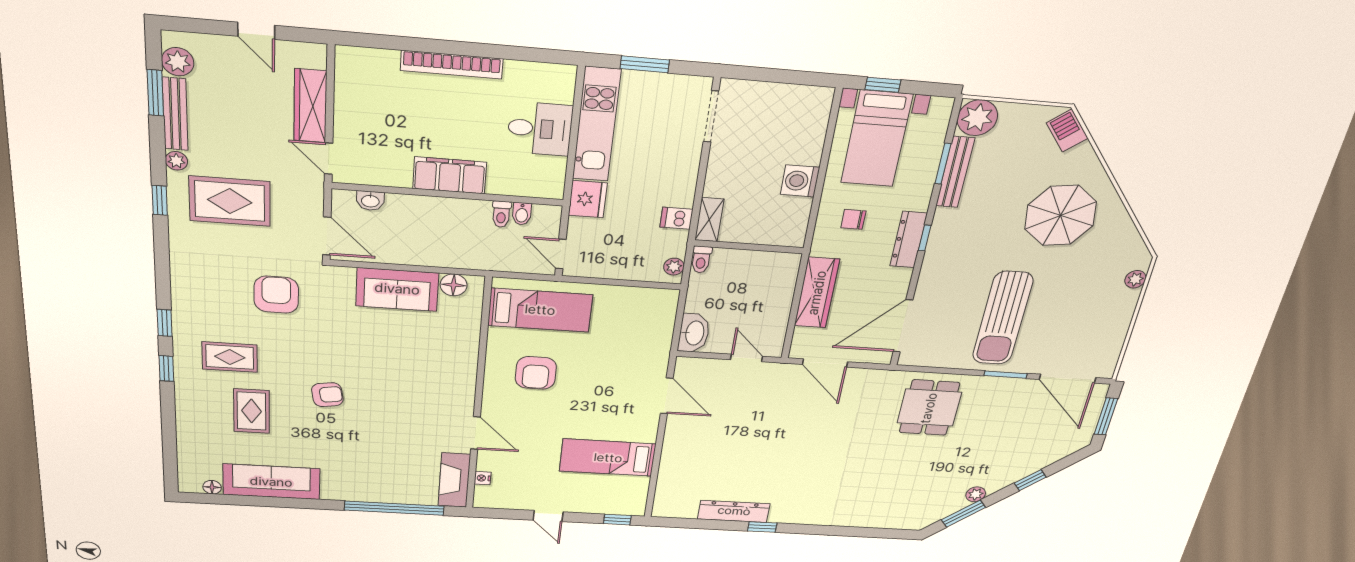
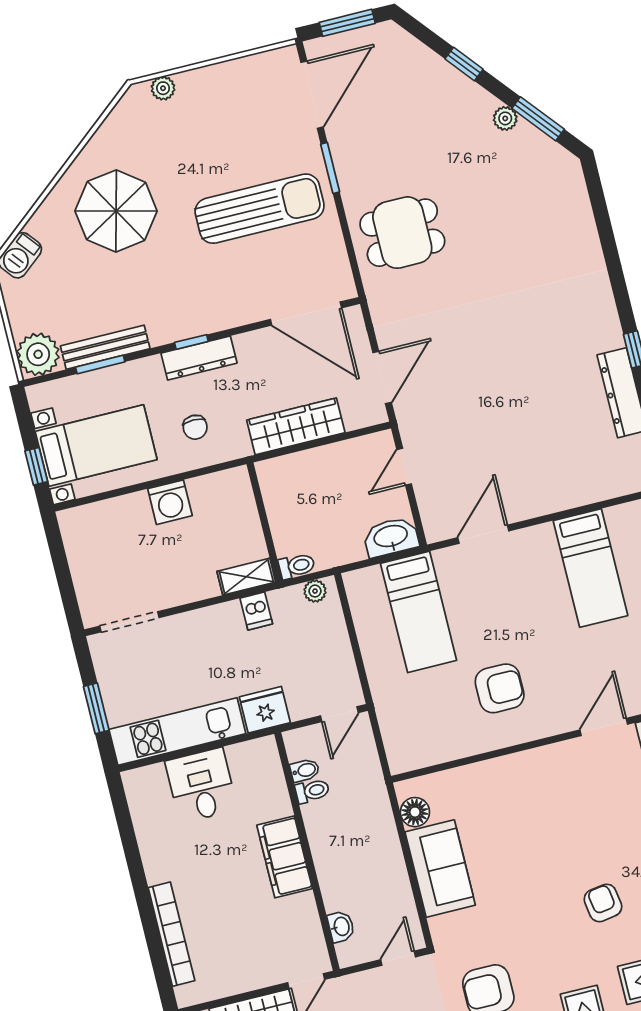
bookcase: (452, 65) -> (171, 934), moved
door: (327, 236) -> (398, 958), width x0.73
bed: (540, 310) -> (419, 612), moved, turned 180

